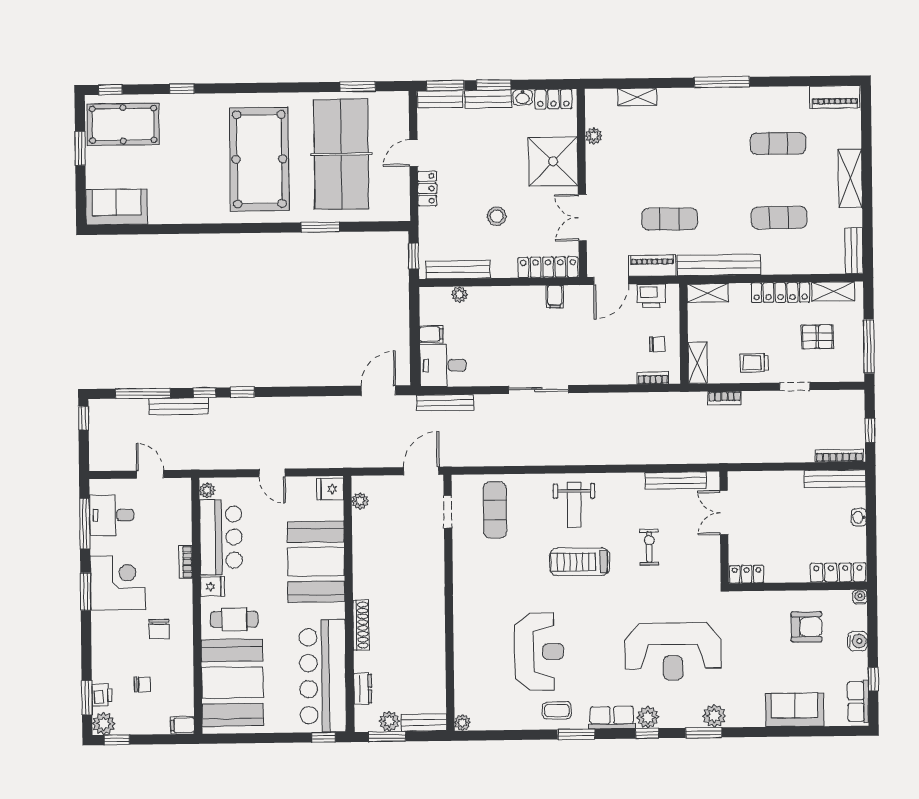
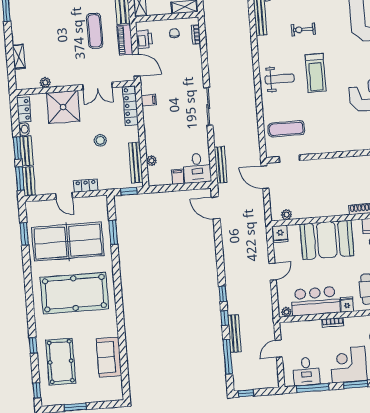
pool table: (123, 124) -> (61, 362), moved
sofa: (117, 207) -> (109, 357), moved
window: (320, 227) -> (113, 232), moved

